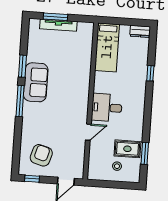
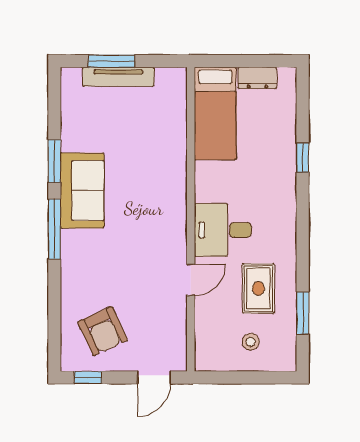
dresser: (140, 31) -> (257, 78), moved
rug: (127, 149) -> (258, 288), moved, turned 90
armchair: (41, 155) -> (103, 331), turned 139

